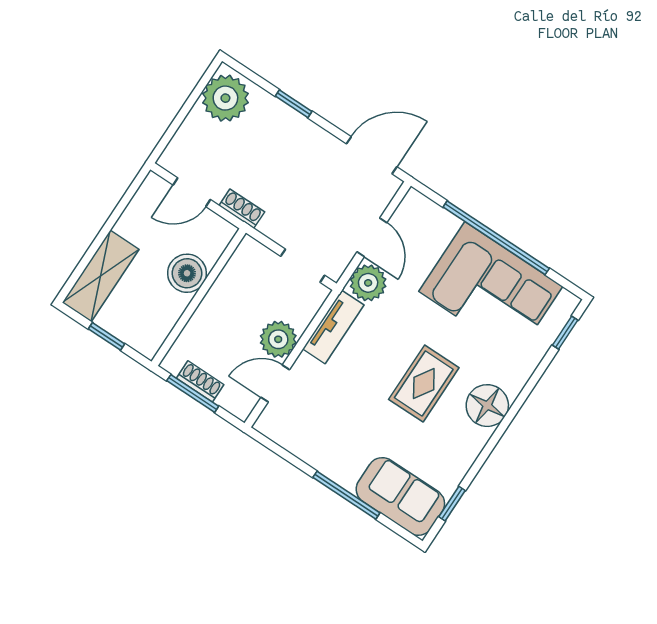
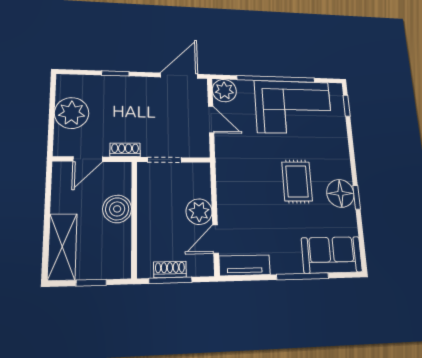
plant: (225, 98) -> (72, 113), moved
doorway: (303, 266) -> (164, 160), moved
plant: (368, 283) -> (224, 91), moved
tv unit: (333, 327) -> (245, 265), moved, turned -90
floor lamp: (487, 406) -> (340, 193), moved
window: (452, 504) -> (357, 197), moved

